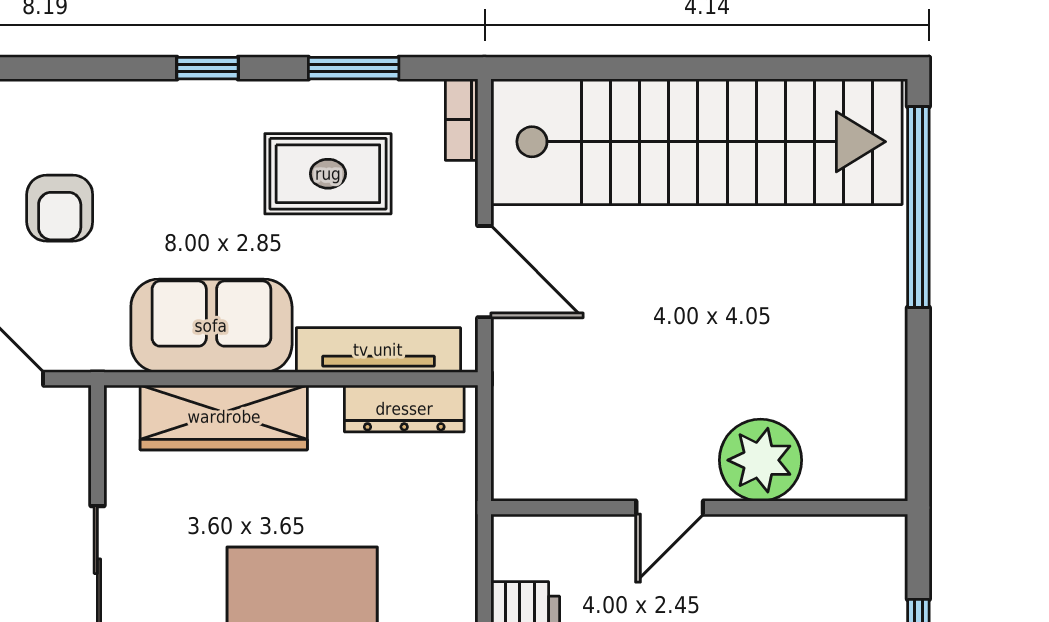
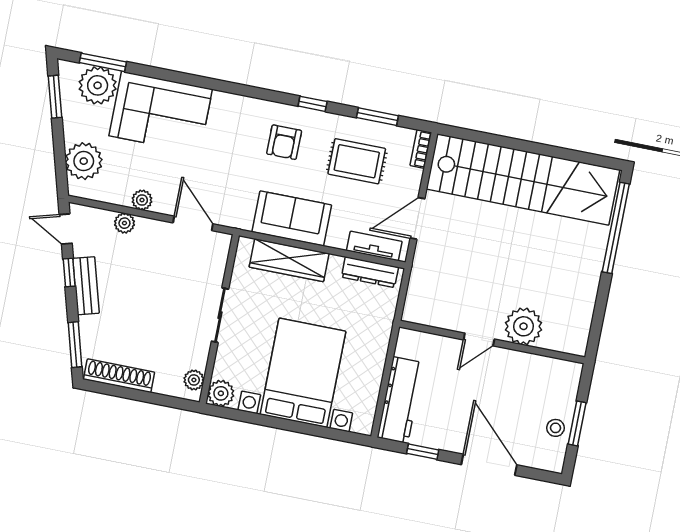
armchair: (60, 208) -> (284, 142), moved
door: (484, 272) -> (418, 218), swing flipped
tv unit: (378, 350) -> (374, 246), width x0.71

